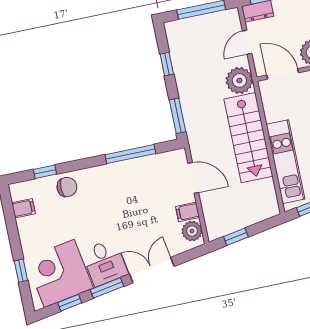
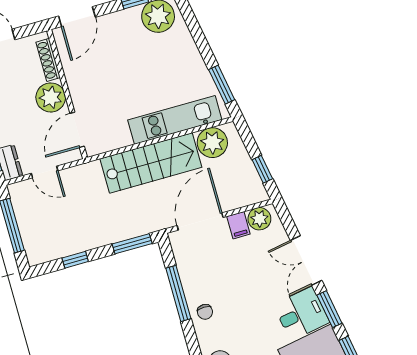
plant: (239, 81) -> (212, 143), moved
chair: (112, 177) -> (205, 312), added
door: (193, 178) -> (200, 221), width x1.36

